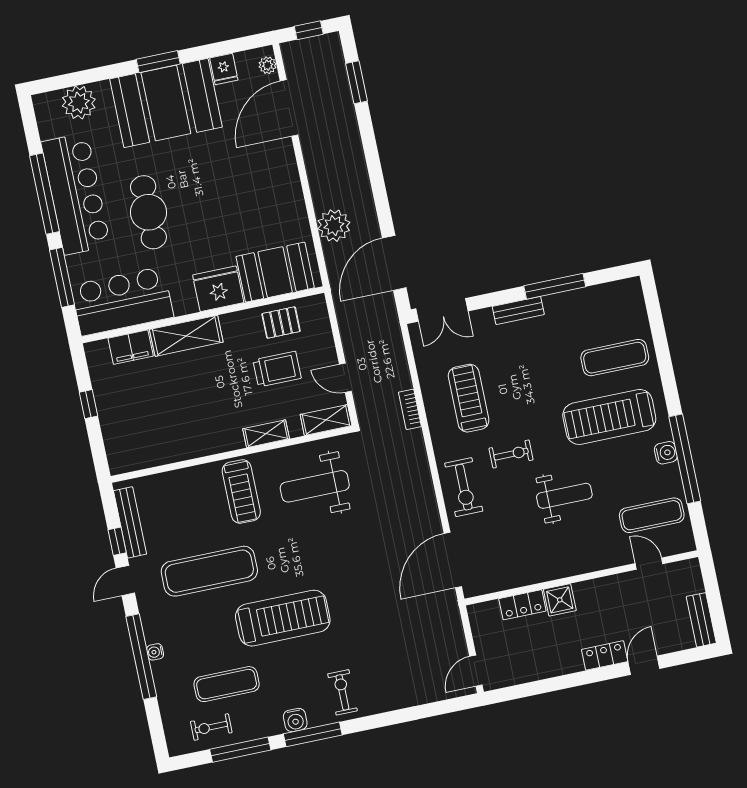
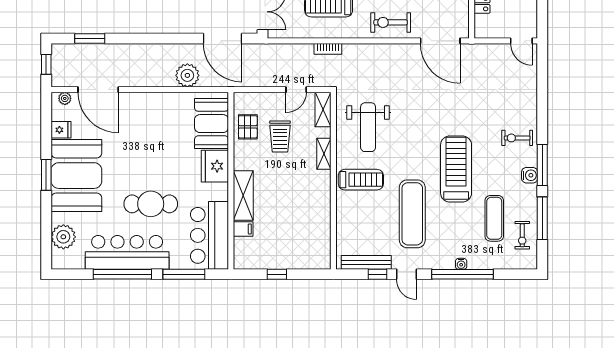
filing cabinet: (131, 347) -> (243, 229), width x0.50
trolley: (277, 369) -> (280, 136), turned 180
exercise bike: (464, 487) -> (391, 22), turned 180

